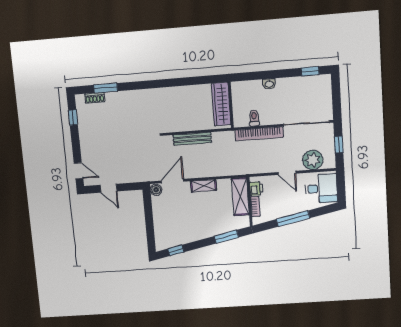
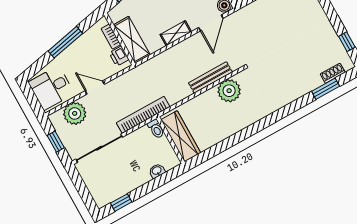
wardrobe: (221, 104) -> (181, 136), moved
wall: (231, 105) -> (170, 140), moved
plant: (182, 122) -> (229, 91), added

